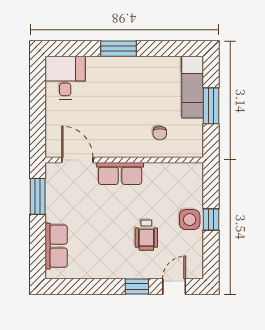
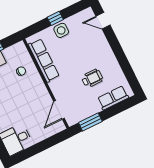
row of seats: (120, 173) -> (44, 60), moved, width x1.48
wheelchair: (146, 235) -> (92, 78), moved
window: (137, 286) -> (113, 41), removed

